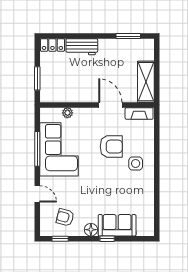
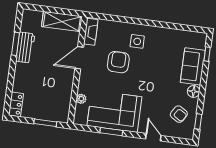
window: (128, 36) -> (15, 44), moved
workbench: (82, 47) -> (25, 47), moved
window: (37, 149) -> (111, 132), width x0.69
door: (37, 194) -> (153, 137), hinge flipped
armchair: (65, 217) -> (179, 114), turned -73
window: (107, 239) -> (207, 54), moved

